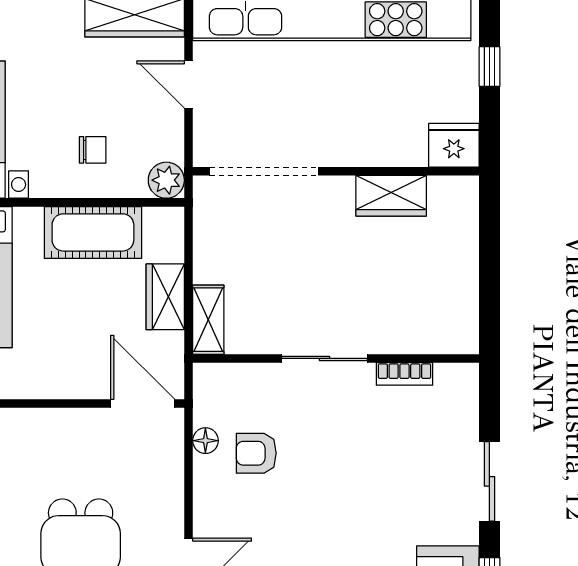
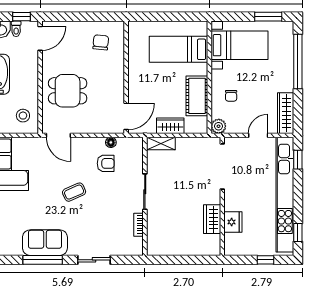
fridge: (454, 145) -> (233, 222), moved
armchair: (256, 453) -> (106, 163), turned 90
coffee table: (326, 530) -> (74, 192), added

